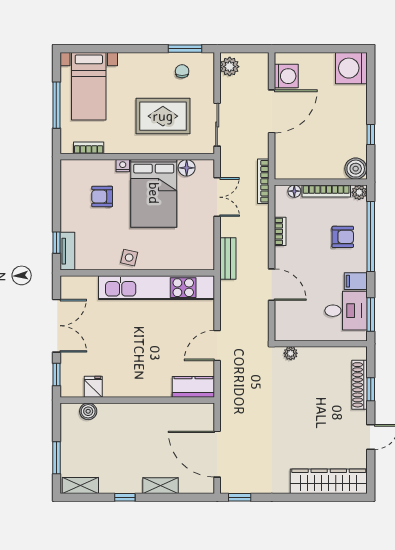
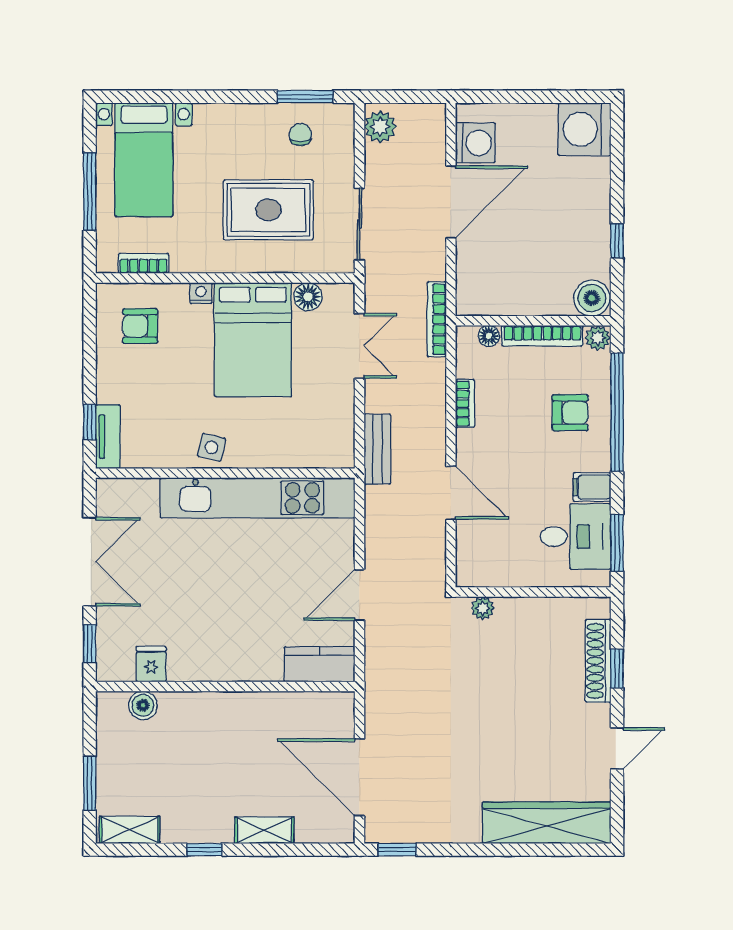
armchair: (102, 196) -> (140, 326), moved

